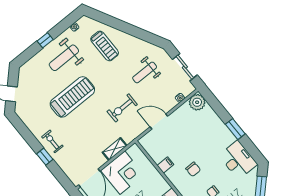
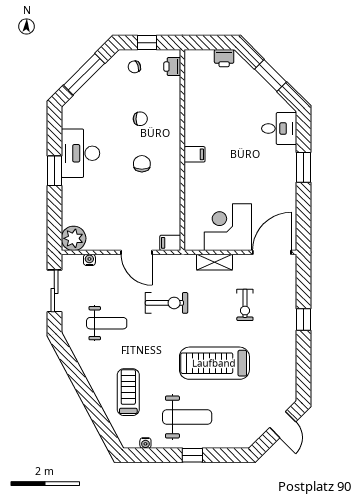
exercise bike: (52, 141) -> (245, 305), moved
desk: (238, 160) -> (80, 153), moved
filing cabinet: (165, 165) -> (170, 243), moved

